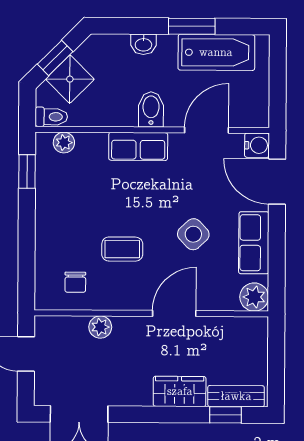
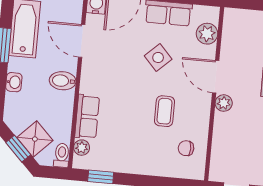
row of seats: (138, 146) -> (87, 117), moved
chair: (75, 282) -> (186, 148), turned 180
plant: (254, 297) -> (207, 34), moved
plant: (100, 327) -> (224, 103), moved

